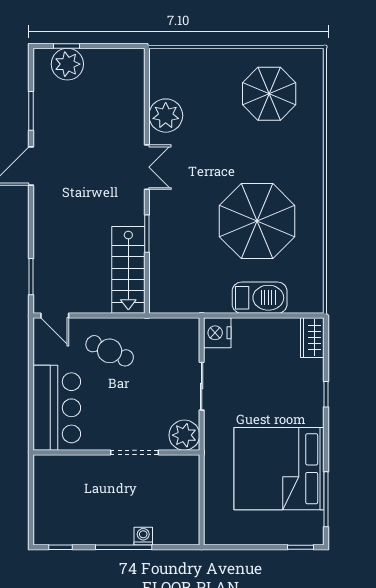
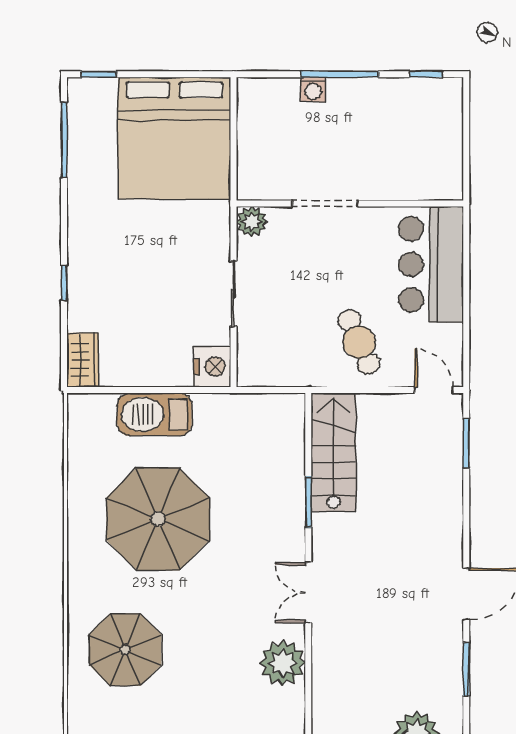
parasol: (269, 94) -> (125, 650), moved
cafe table: (110, 351) -> (359, 342), turned 42
plant: (184, 435) -> (252, 221), width x0.73, depth x0.73
bed: (279, 469) -> (174, 138), moved, turned 90

